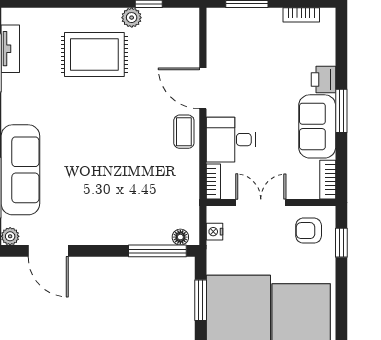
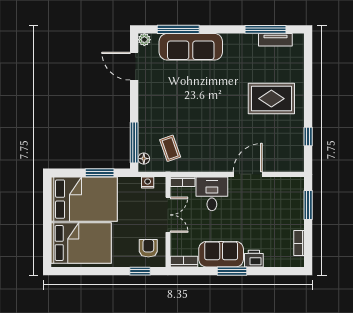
plant: (132, 18) -> (297, 124), removed
rug: (94, 54) -> (271, 99), turned 90
coffee table: (184, 132) -> (170, 148), moved, turned 71
door: (48, 251) -> (134, 66), hinge flipped

